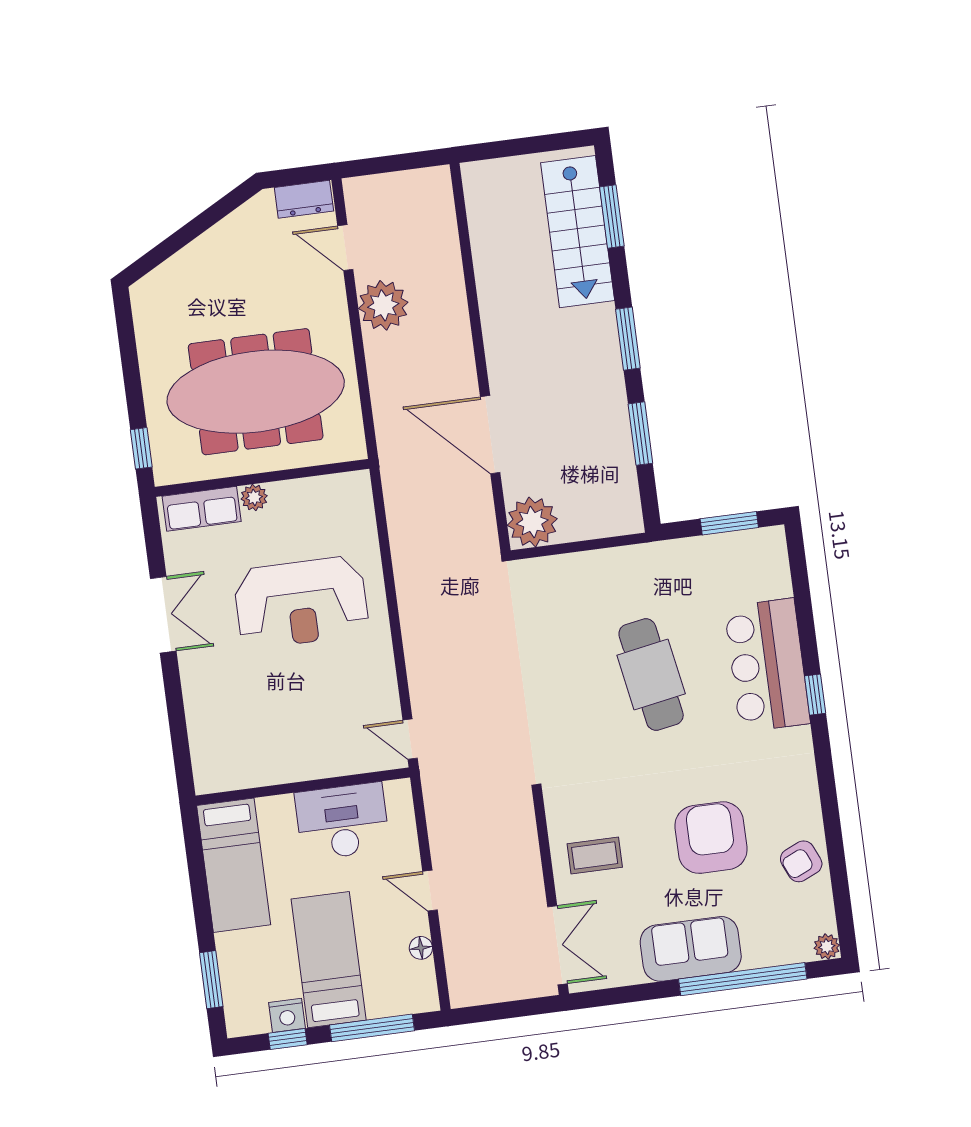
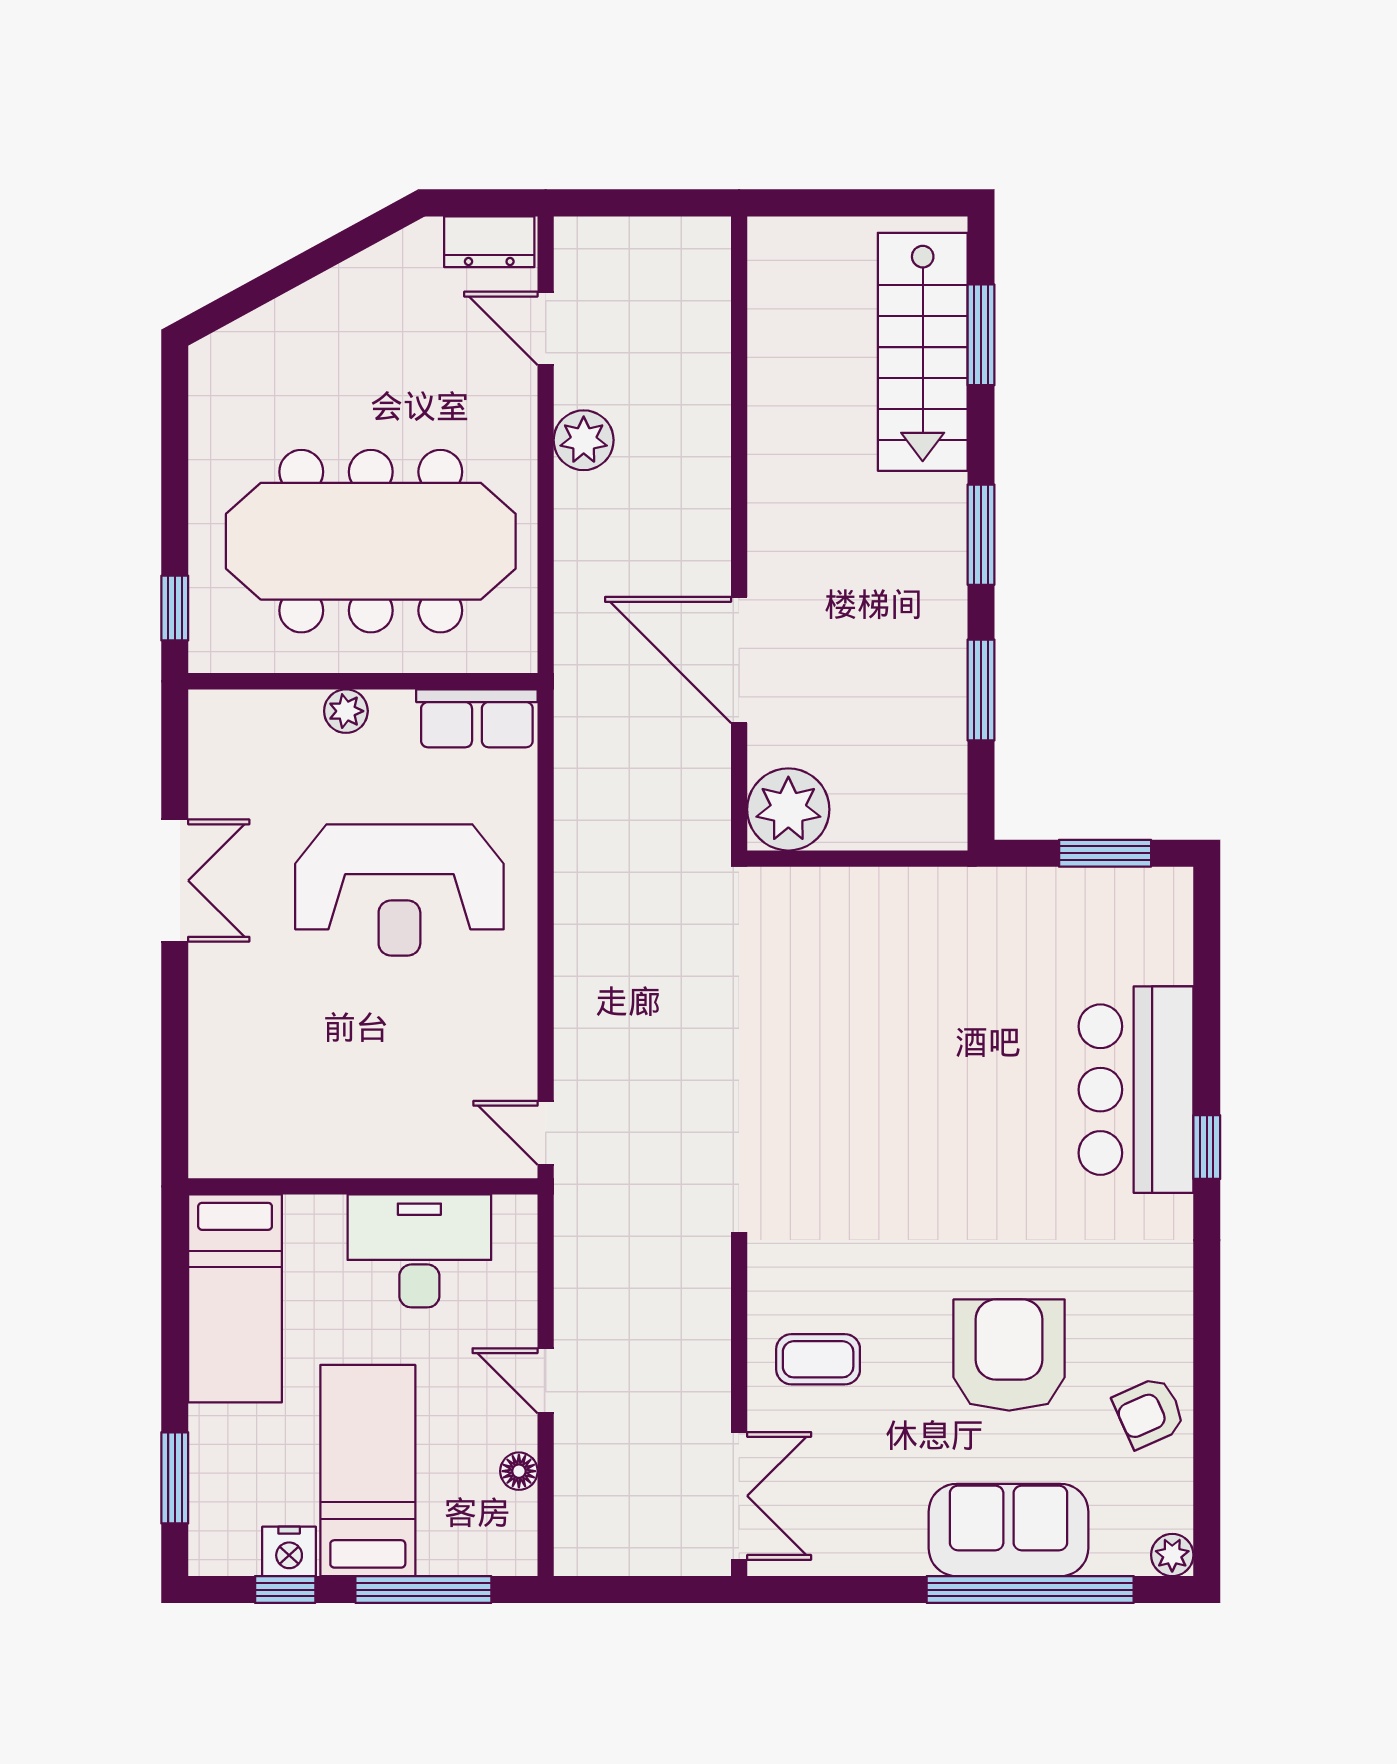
plant: (383, 305) -> (584, 440), width x0.73, depth x0.73
row of seats: (202, 509) -> (477, 718), moved
cafe table: (651, 674) -> (947, 1080), removed
sofa: (691, 949) -> (1008, 1530), moved

